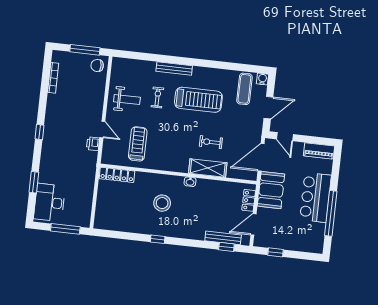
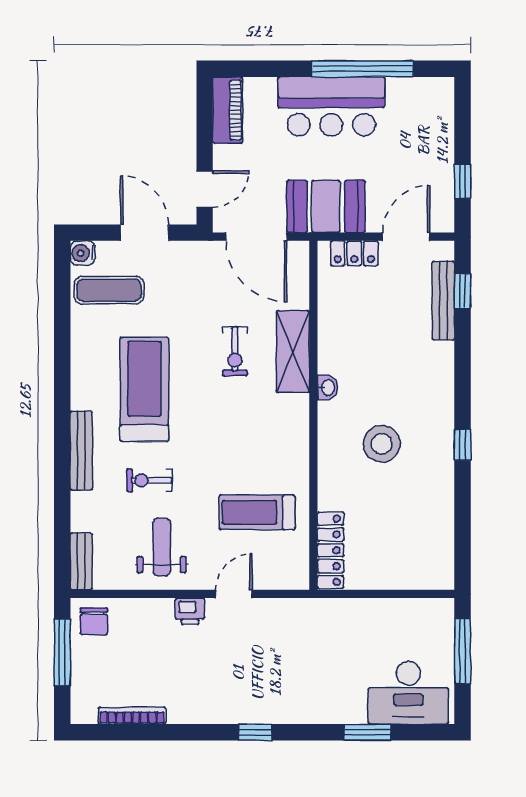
bench: (125, 63) -> (81, 561), added
printer: (93, 144) -> (190, 611), moved
door: (253, 224) -> (406, 237), swing flipped

